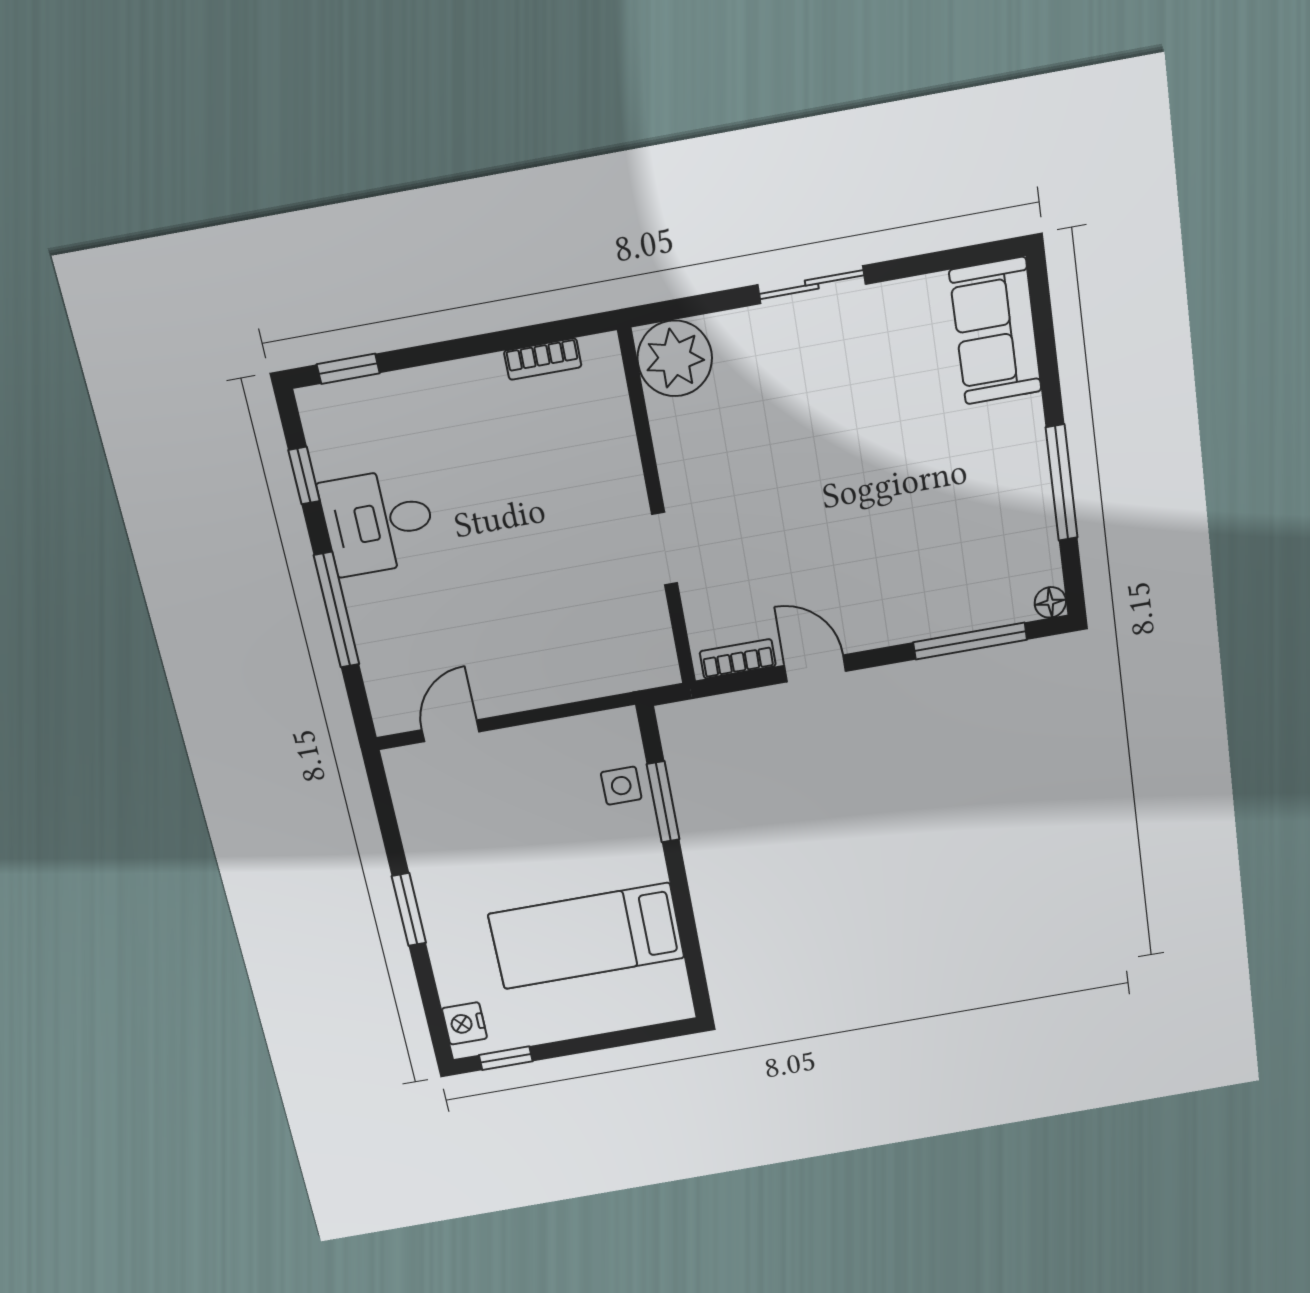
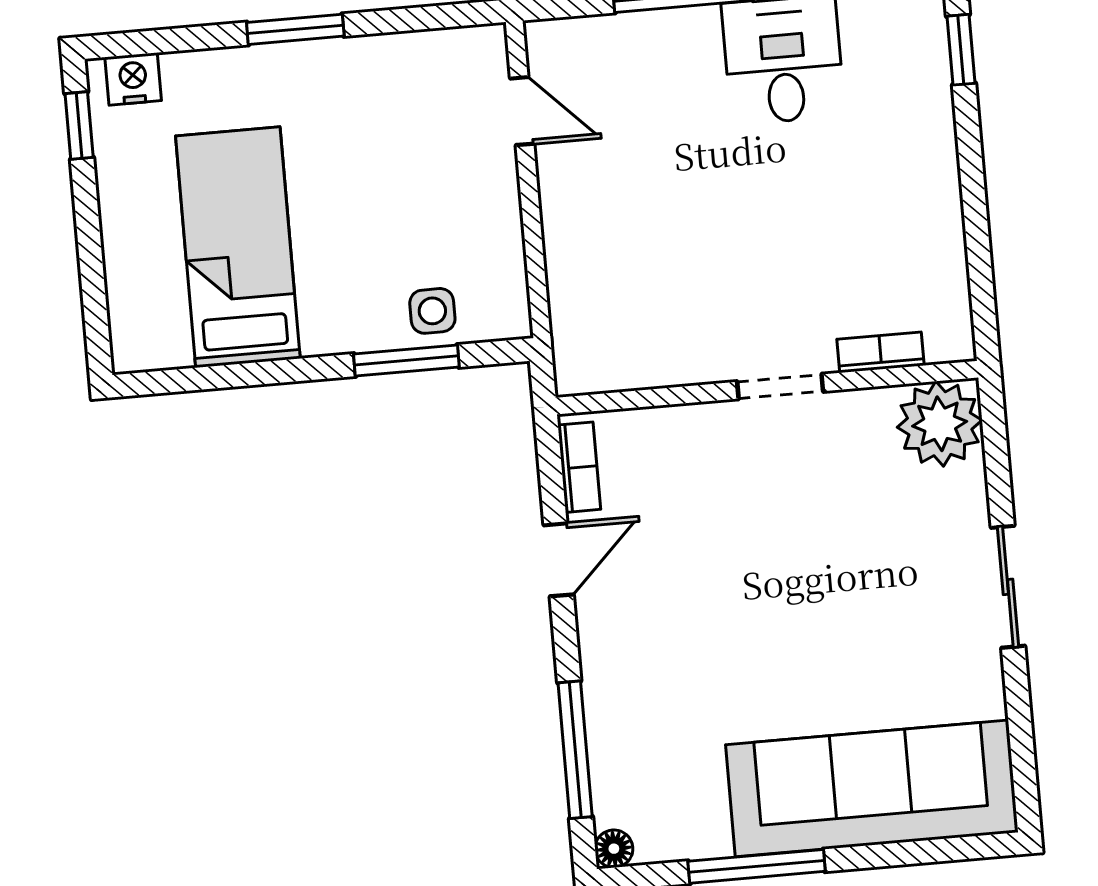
sofa: (996, 331) -> (872, 788), width x1.85, depth x1.27
bookcase: (543, 359) -> (880, 352), moved, turned 90
doorway: (665, 549) -> (780, 386), moved

